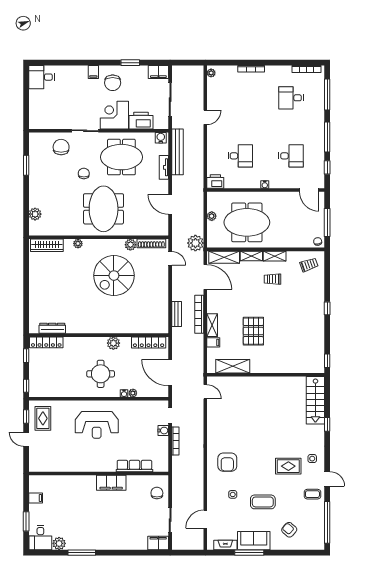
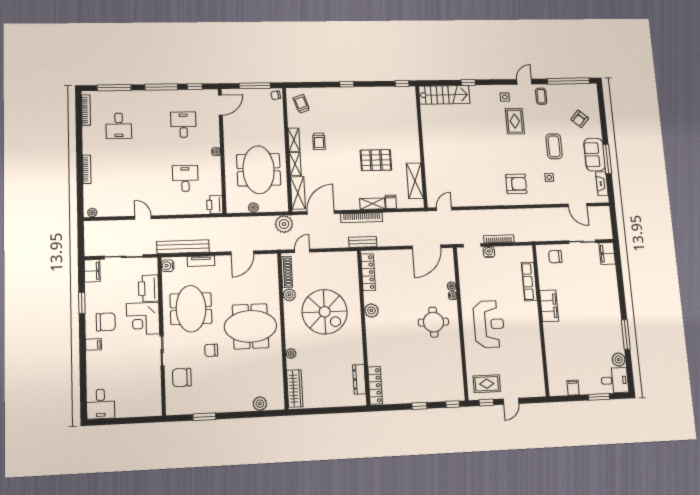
dresser: (52, 328) -> (359, 379), moved
wall: (99, 335) -> (364, 327), moved
locker: (46, 342) -> (375, 385), moved
locker: (149, 342) -> (368, 272), moved
plant: (113, 343) -> (371, 310), moved

